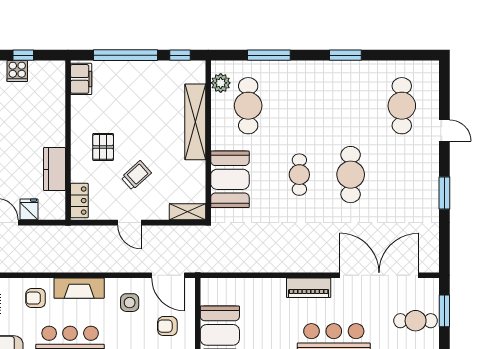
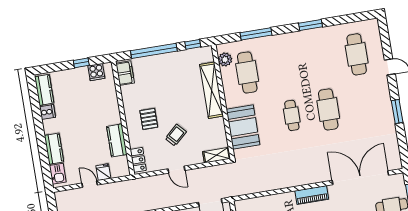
cooker: (17, 71) -> (96, 72), moved

